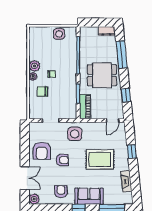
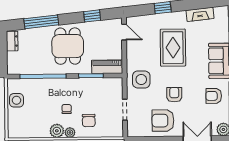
armchair: (42, 151) -> (163, 121), turned 180

